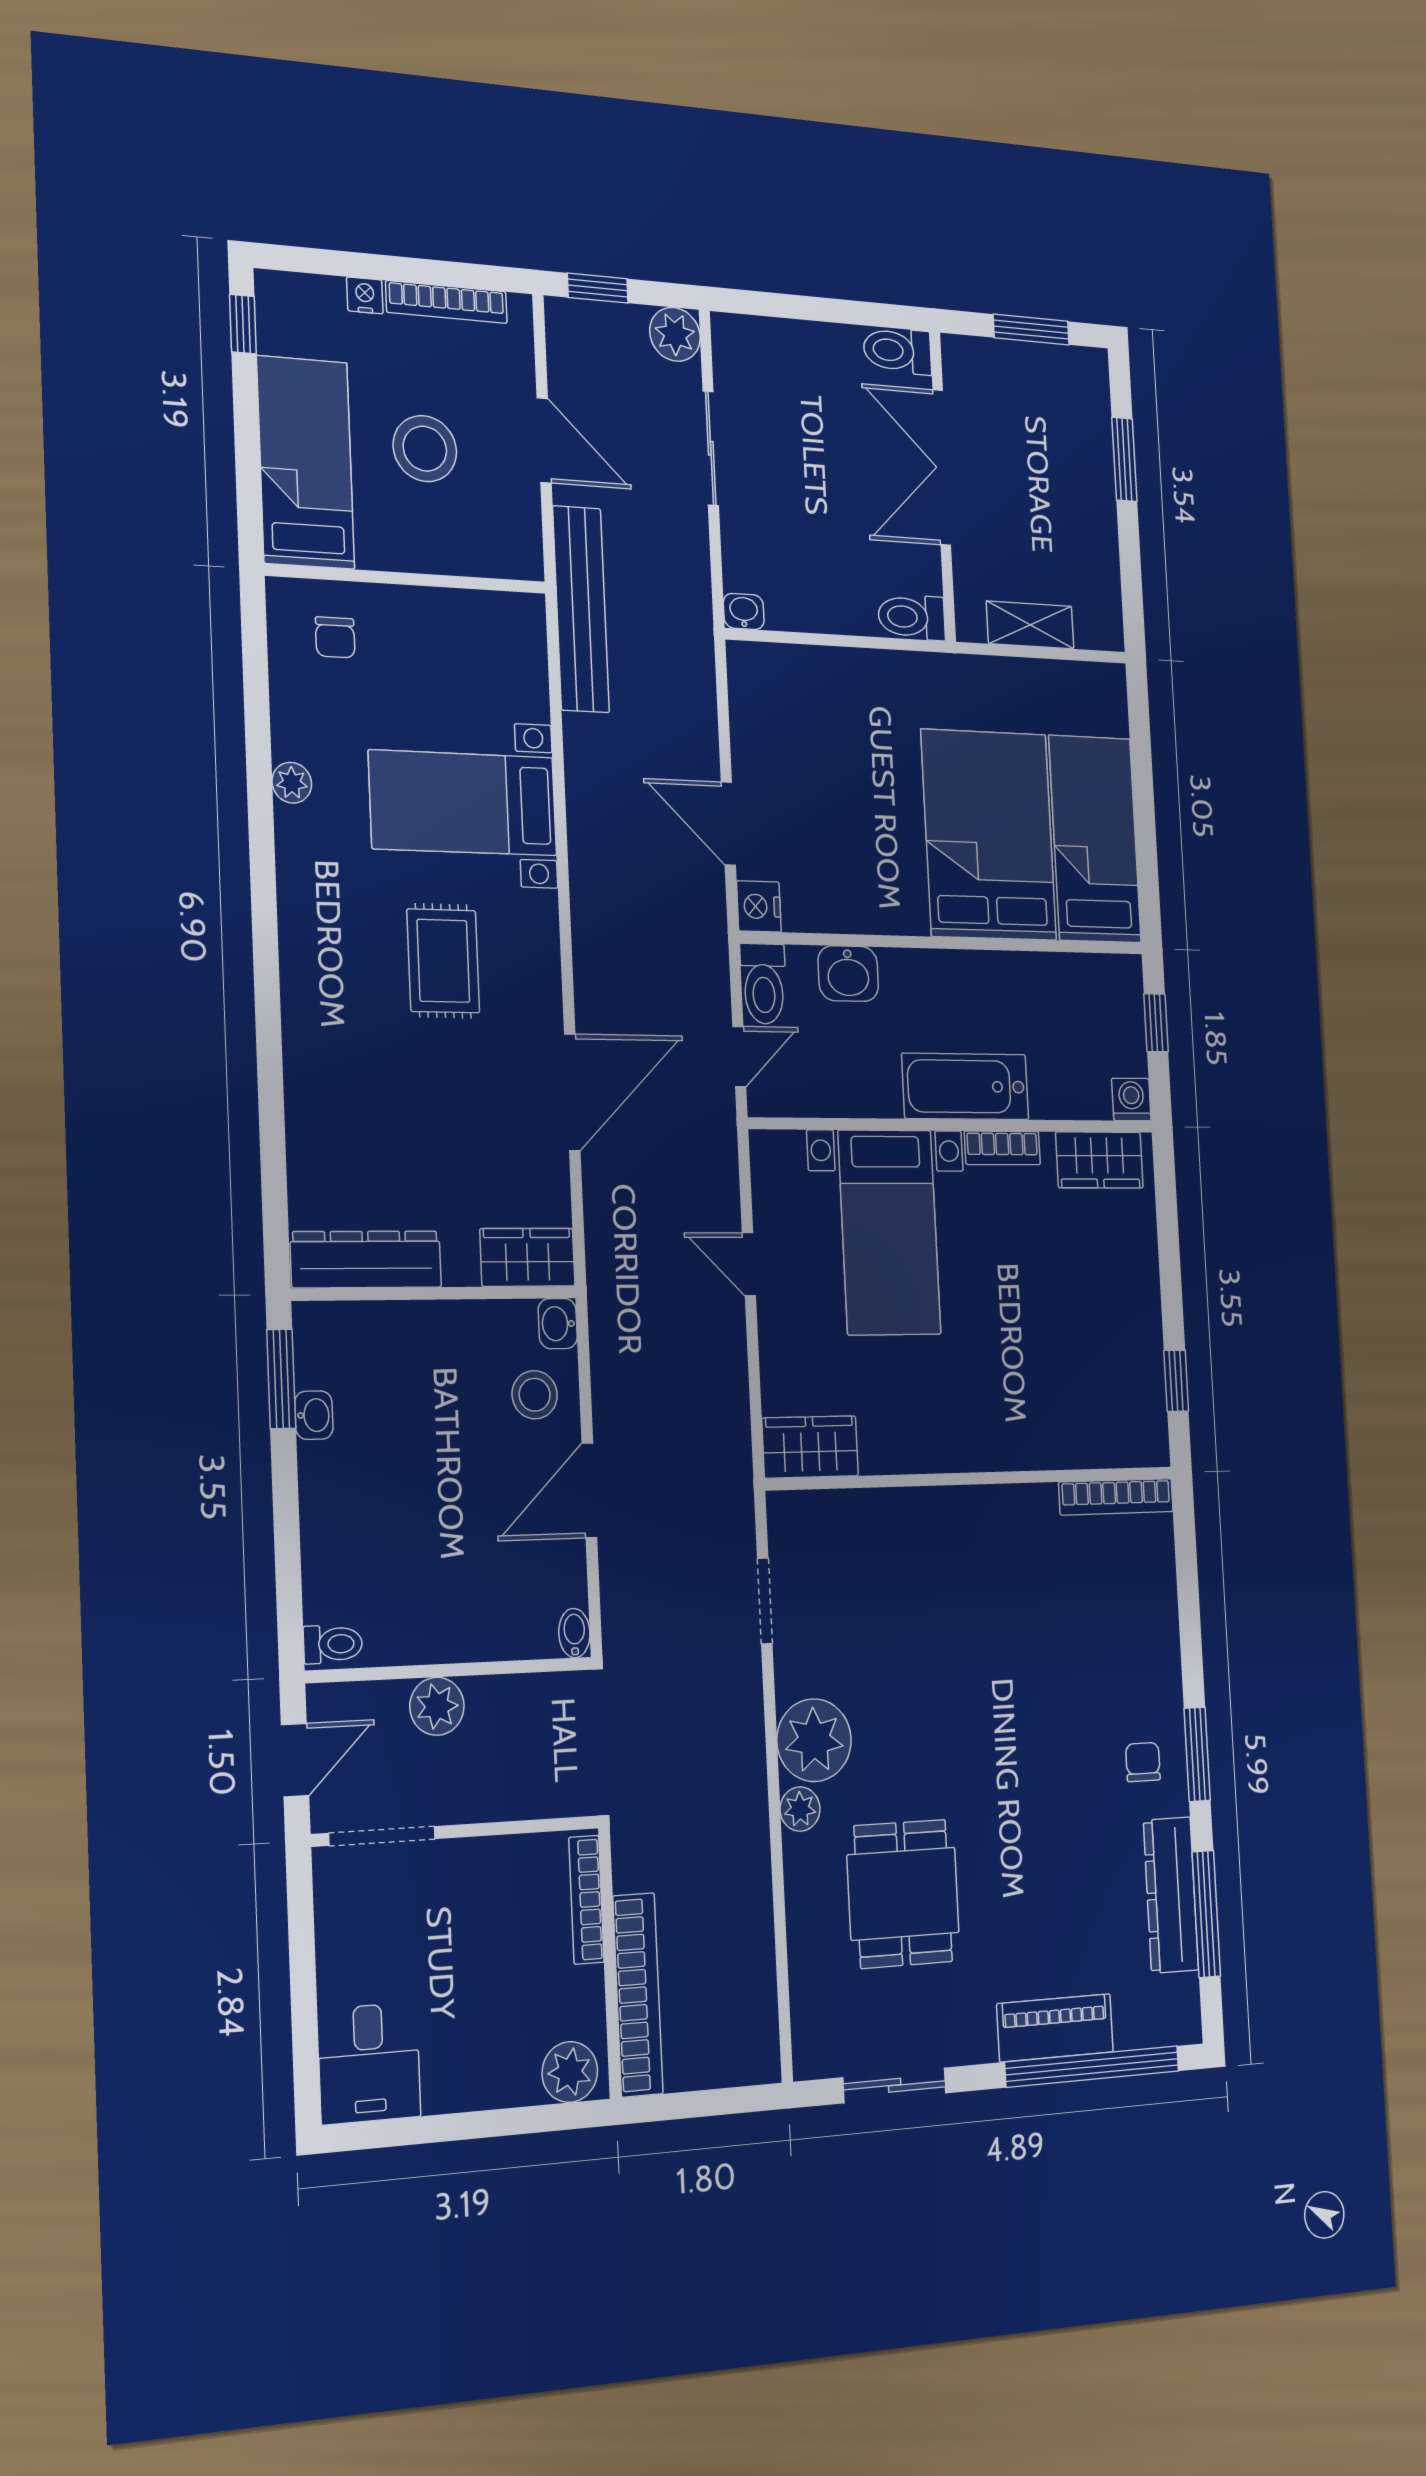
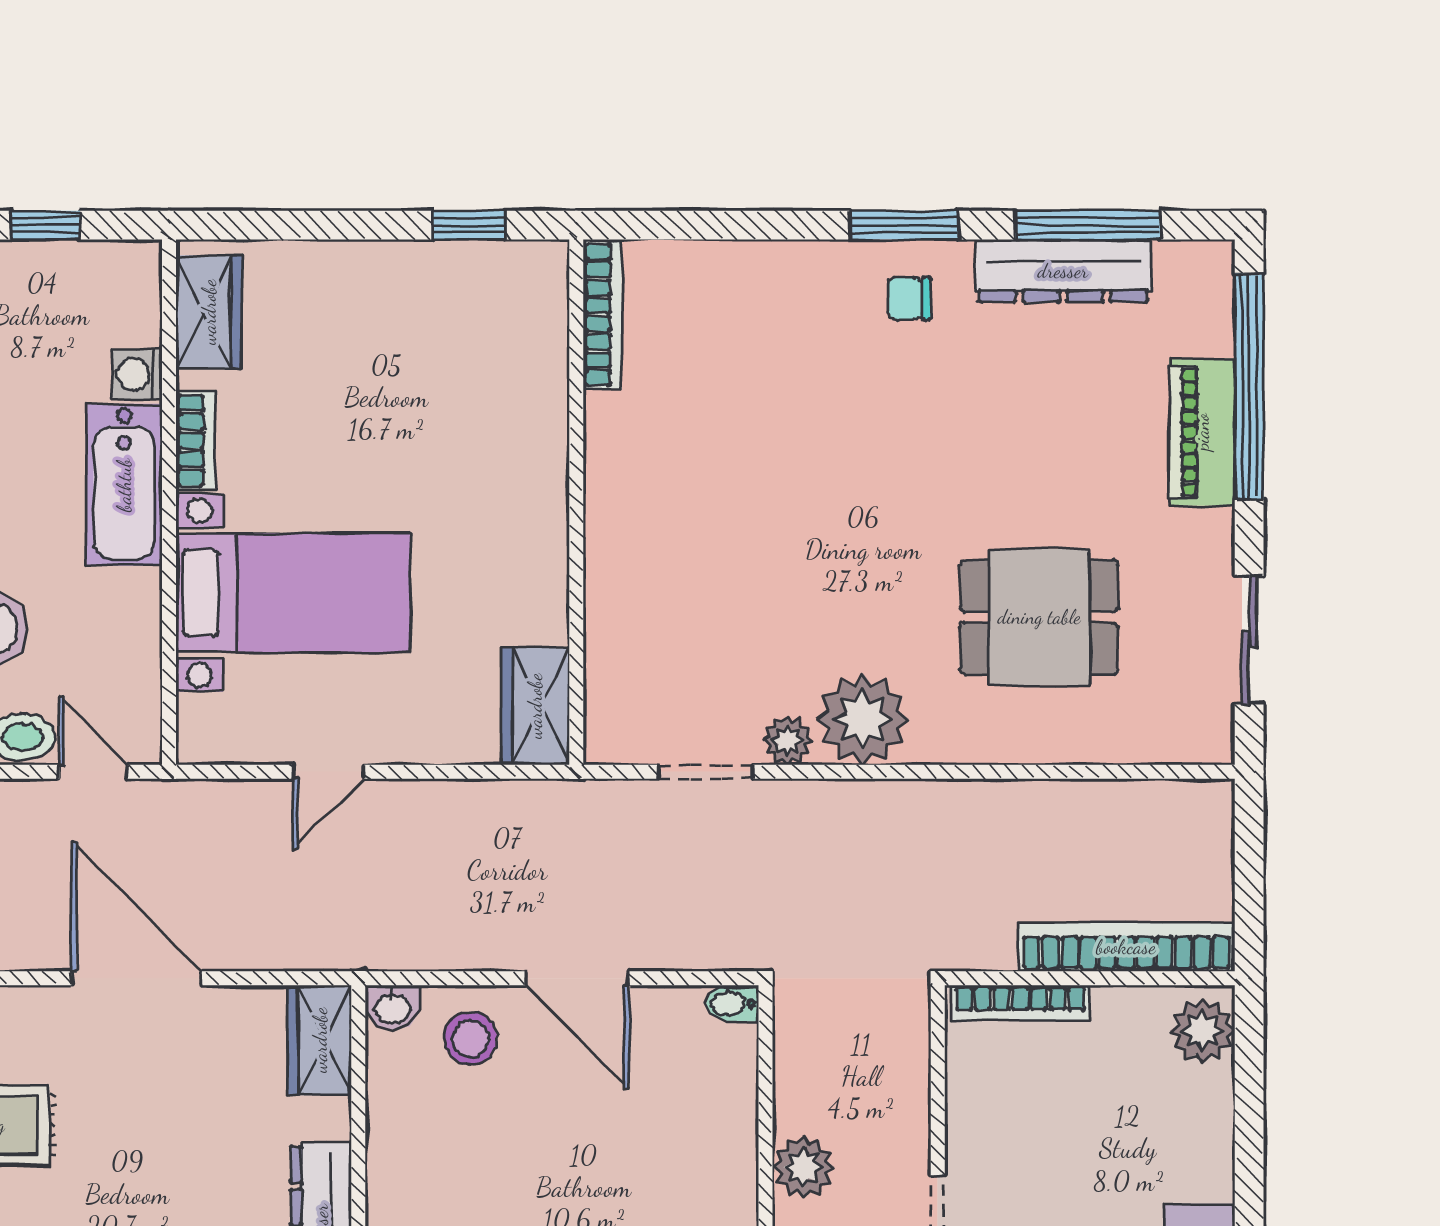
washing machine: (1131, 1099) -> (137, 374), moved
plant: (800, 1809) -> (788, 740), moved

